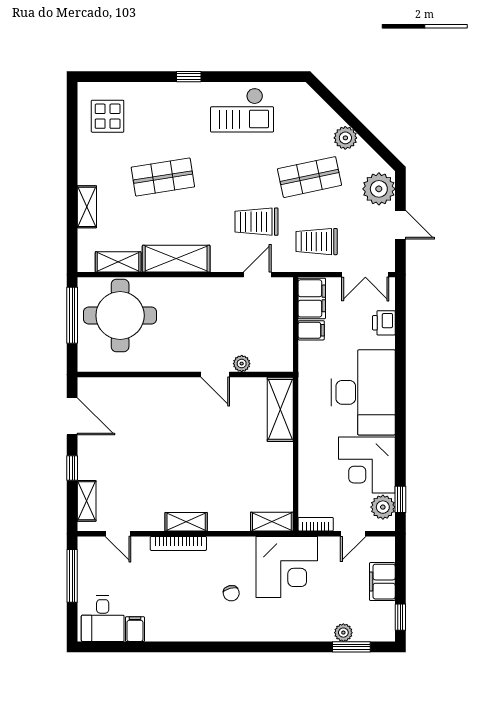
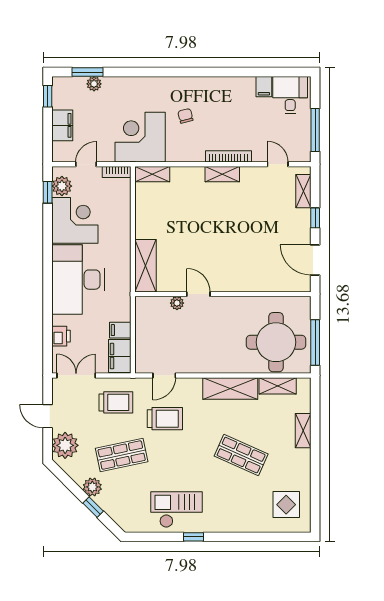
window: (189, 77) -> (194, 537), moved
window: (344, 113) -> (93, 507), added
shop shelf: (163, 177) -> (241, 455), turned 33

